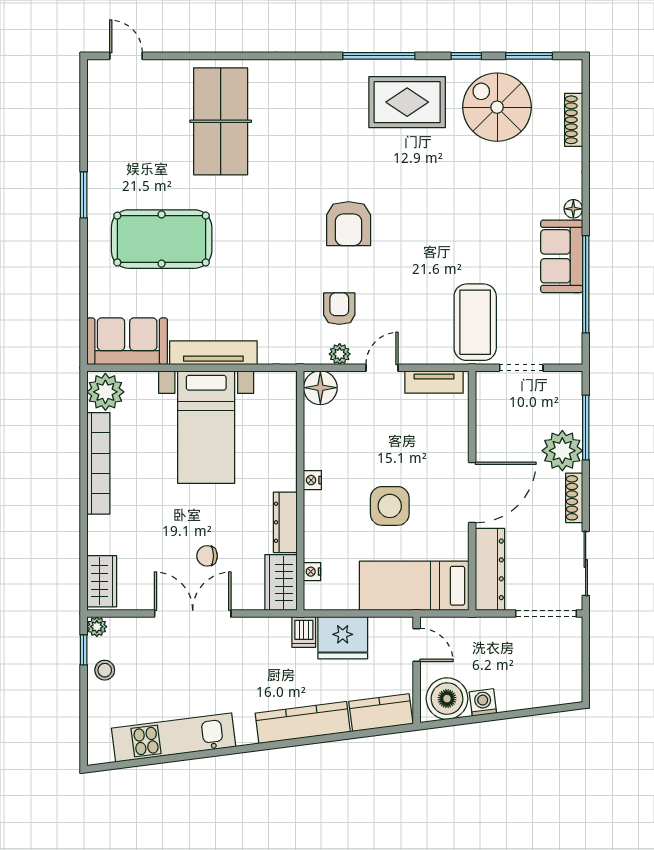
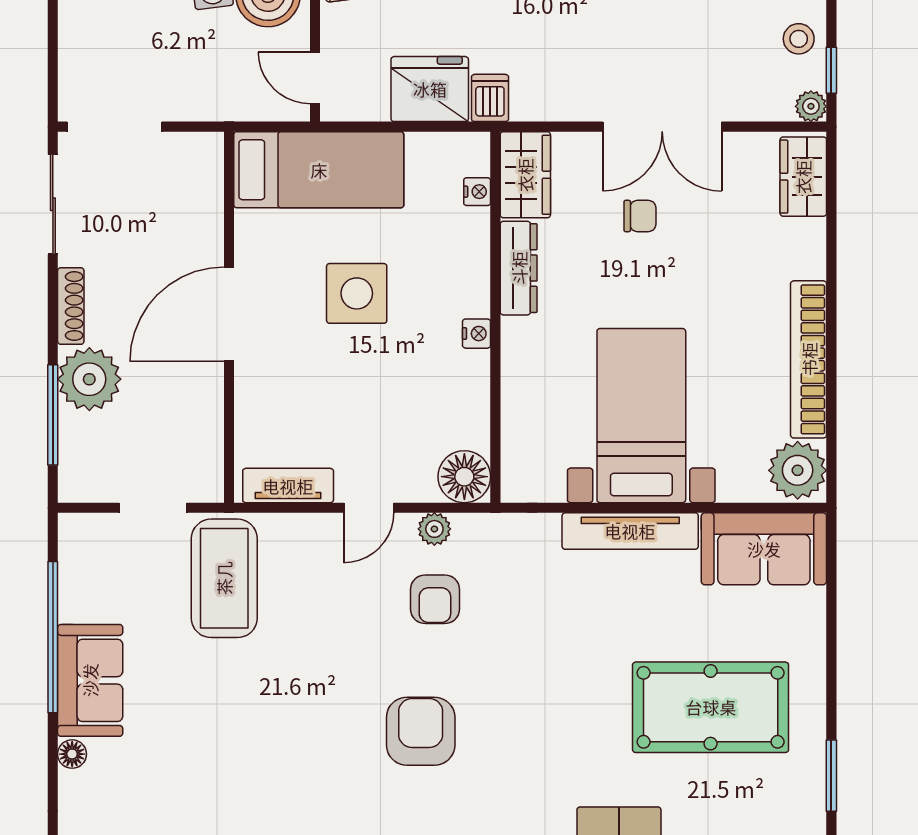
dresser: (490, 569) -> (201, 195), removed

